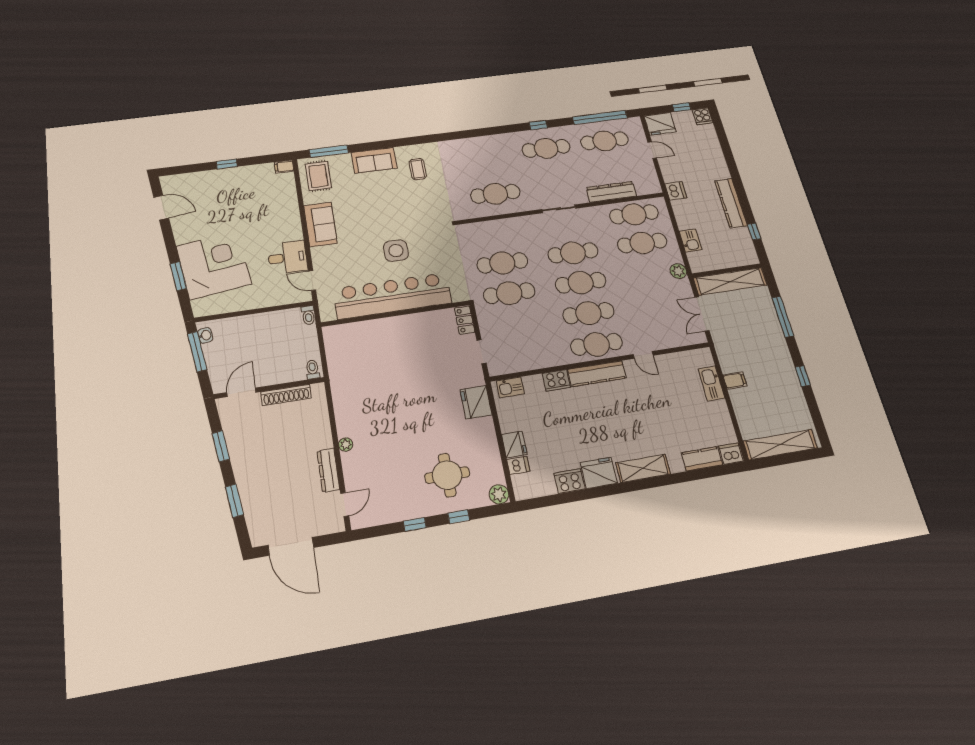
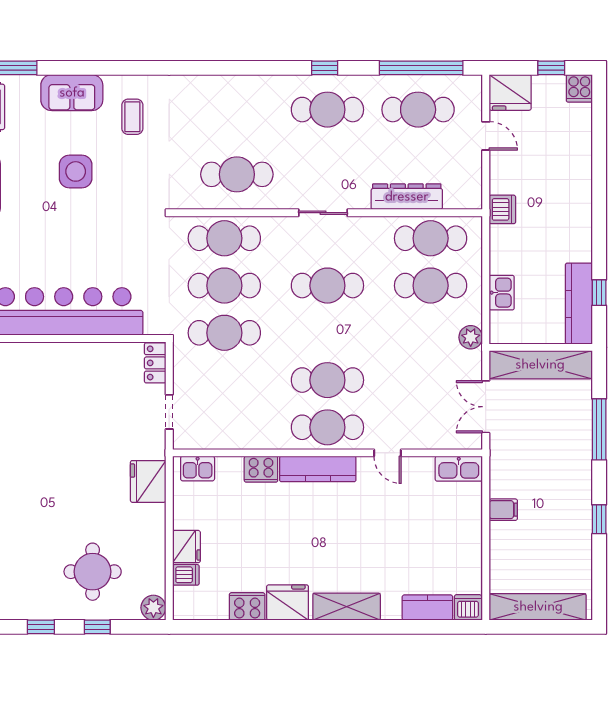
kitchen counter: (731, 203) -> (579, 304), moved
side table: (396, 251) -> (76, 171), moved
cafe table: (581, 283) -> (224, 238), moved
kitchen sink: (711, 383) -> (459, 469), moved, turned -90

